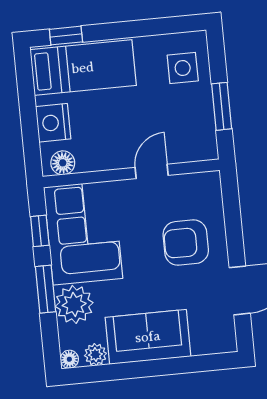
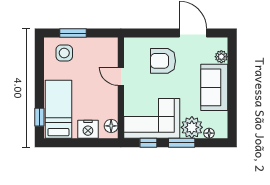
window: (222, 106) -> (73, 33), moved
armchair: (186, 243) -> (163, 61), turned 90
plant: (95, 355) -> (221, 57), moved
floor lamp: (69, 359) -> (209, 133), moved

